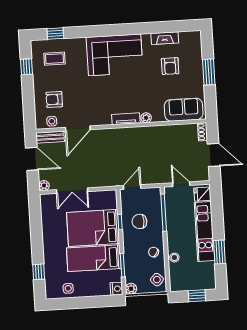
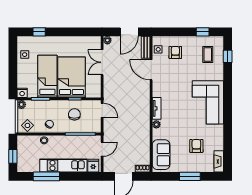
fireplace: (165, 38) -> (219, 161), moved
armchair: (170, 66) -> (196, 146), turned 90
window: (219, 252) -> (46, 176), width x1.44

